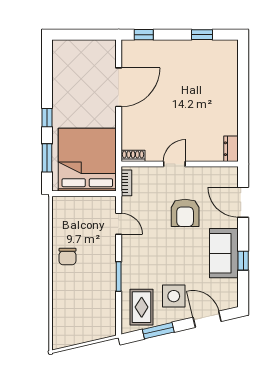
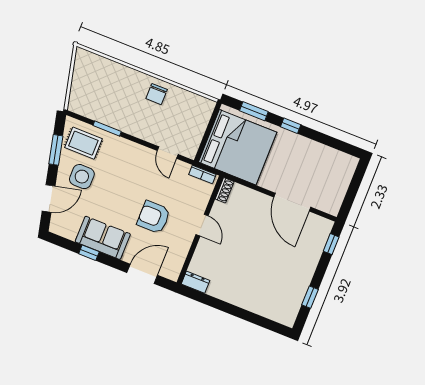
door: (119, 224) -> (168, 153), hinge flipped
chair: (68, 256) -> (157, 94), turned -90
window: (119, 276) -> (107, 128), moved

